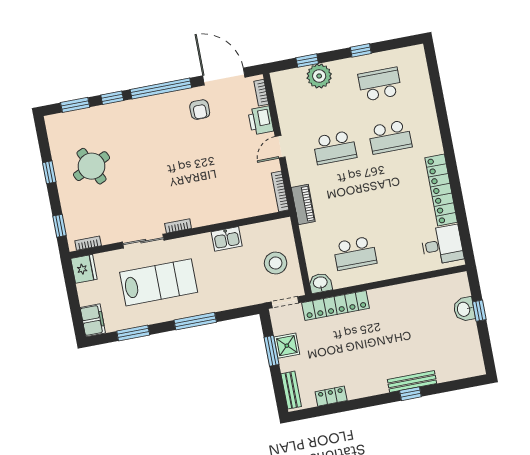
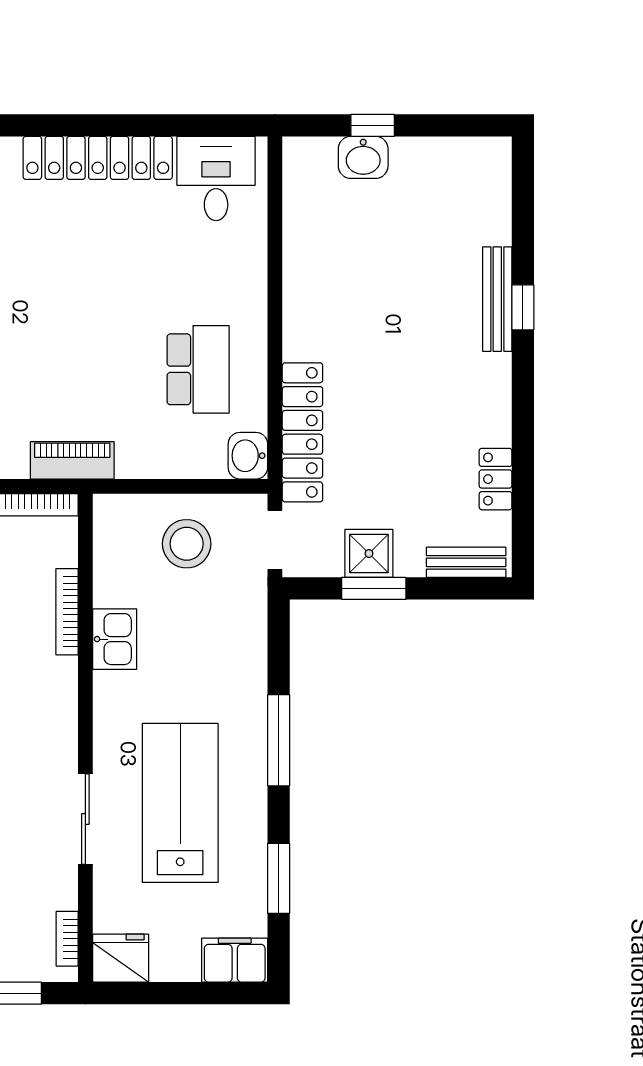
bookcase: (178, 226) -> (67, 612), moved, width x1.56

